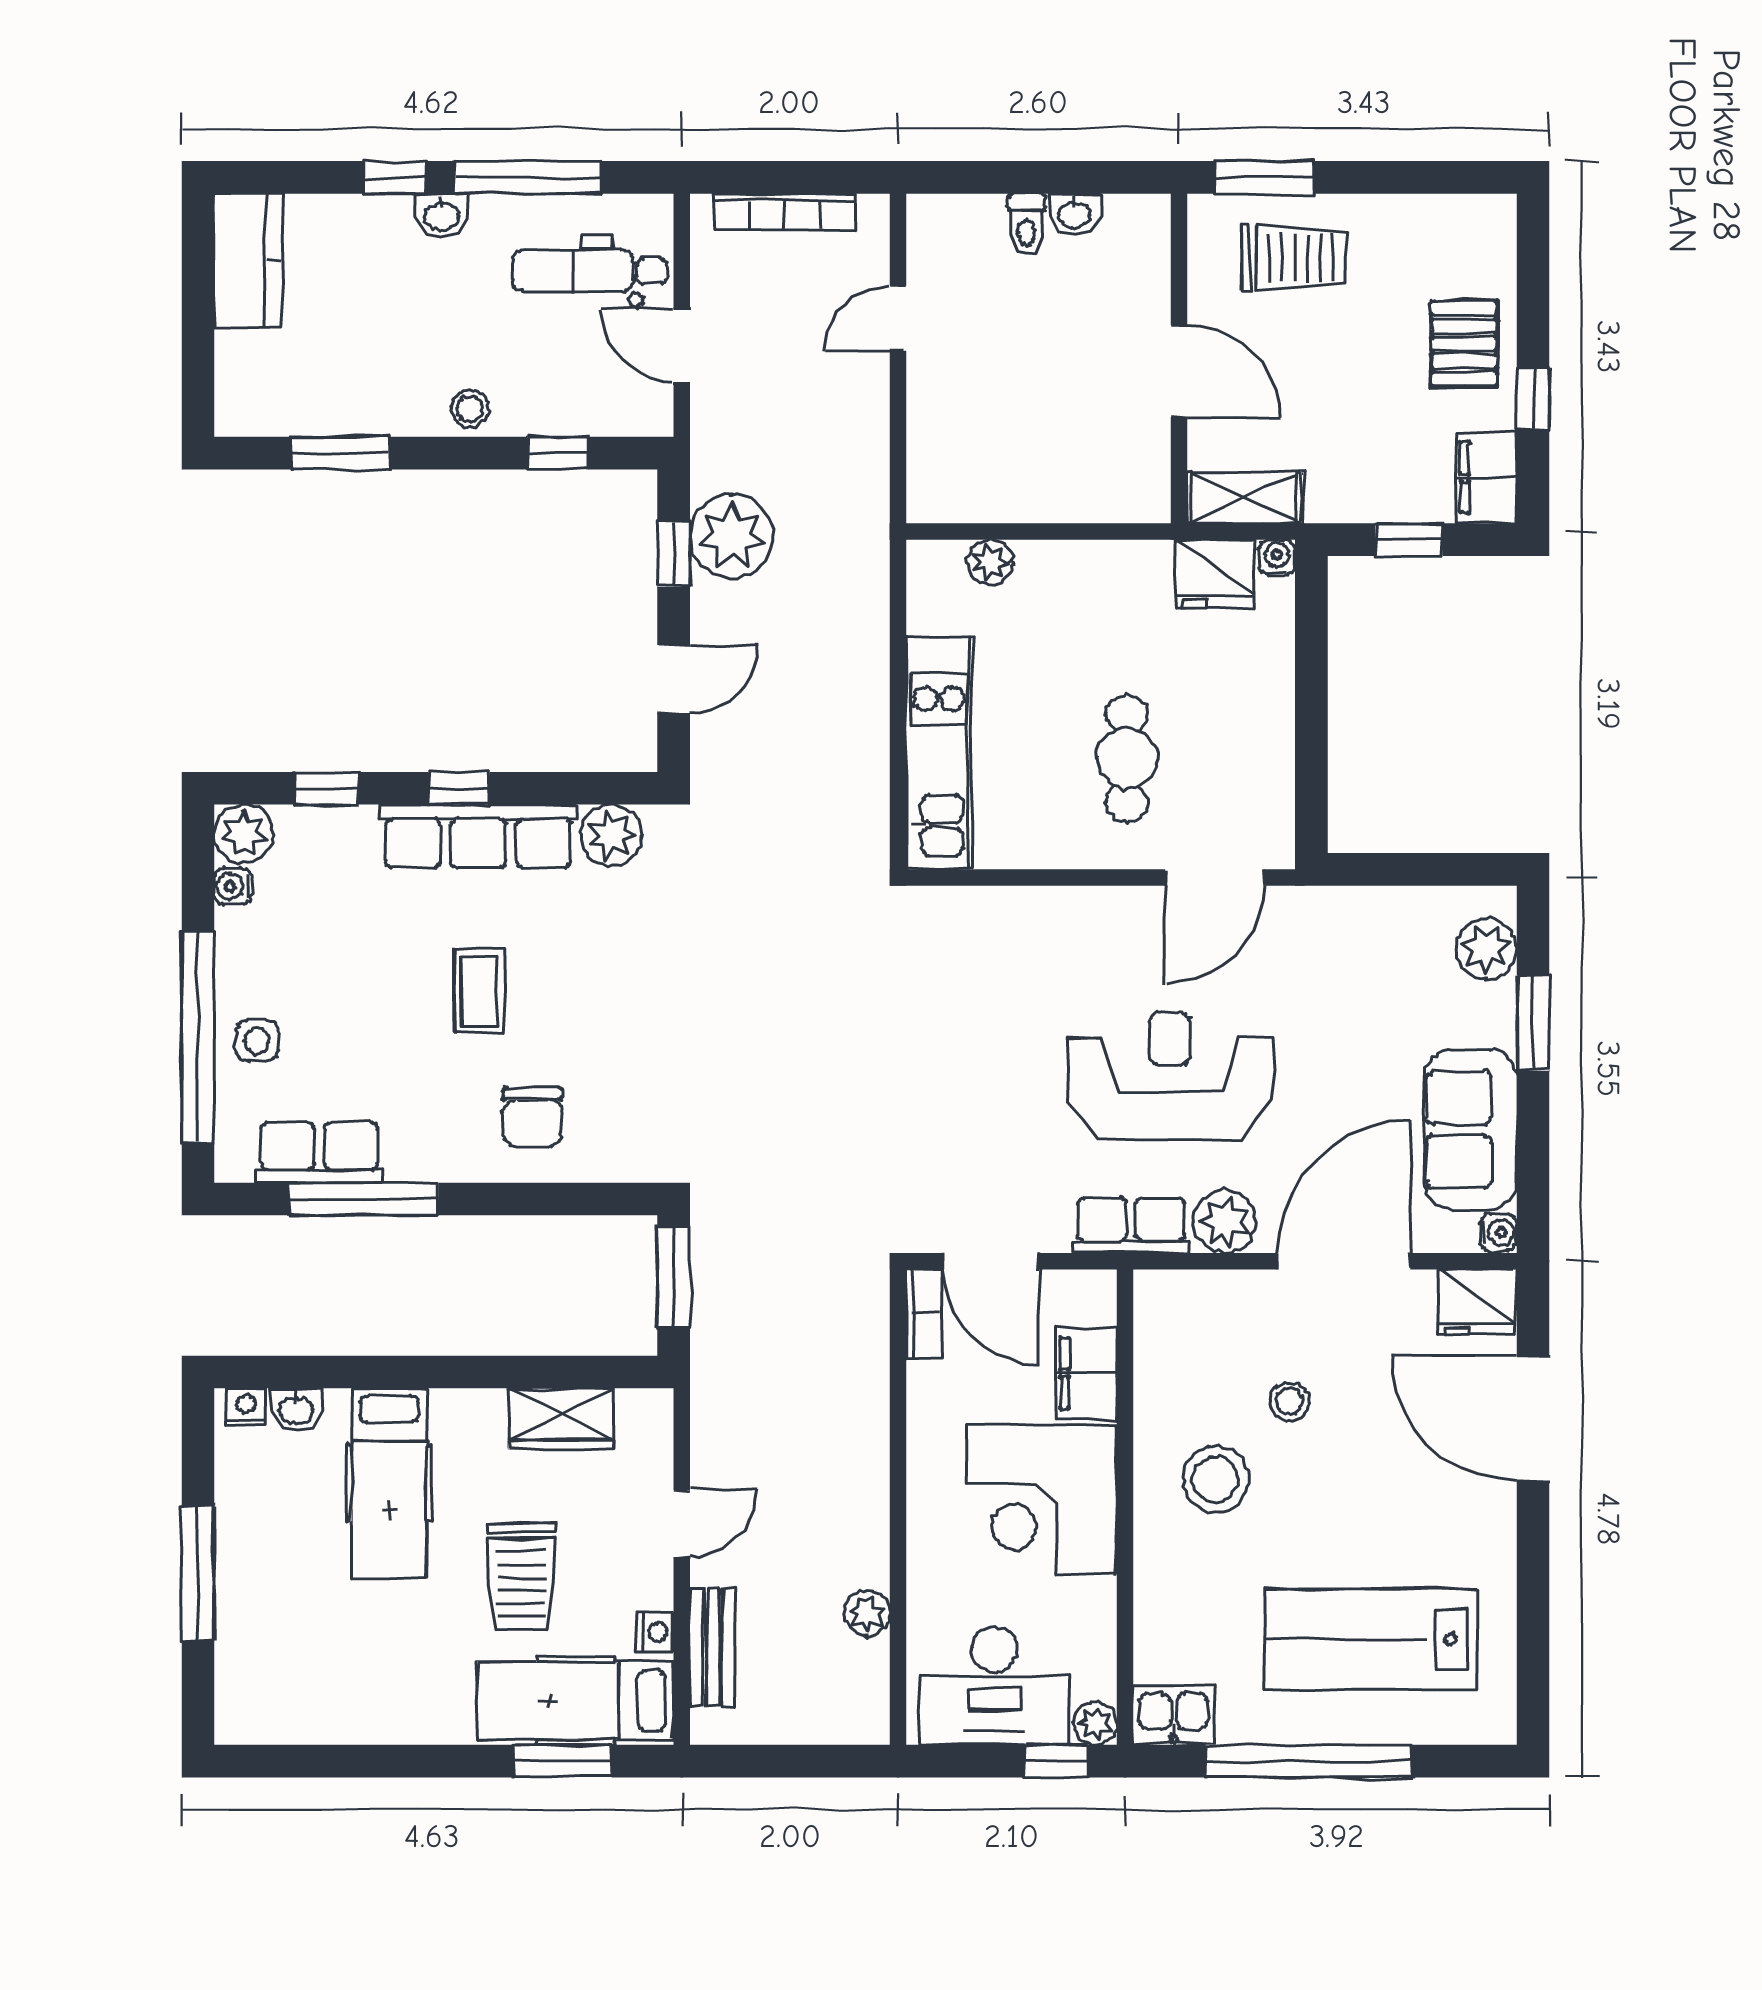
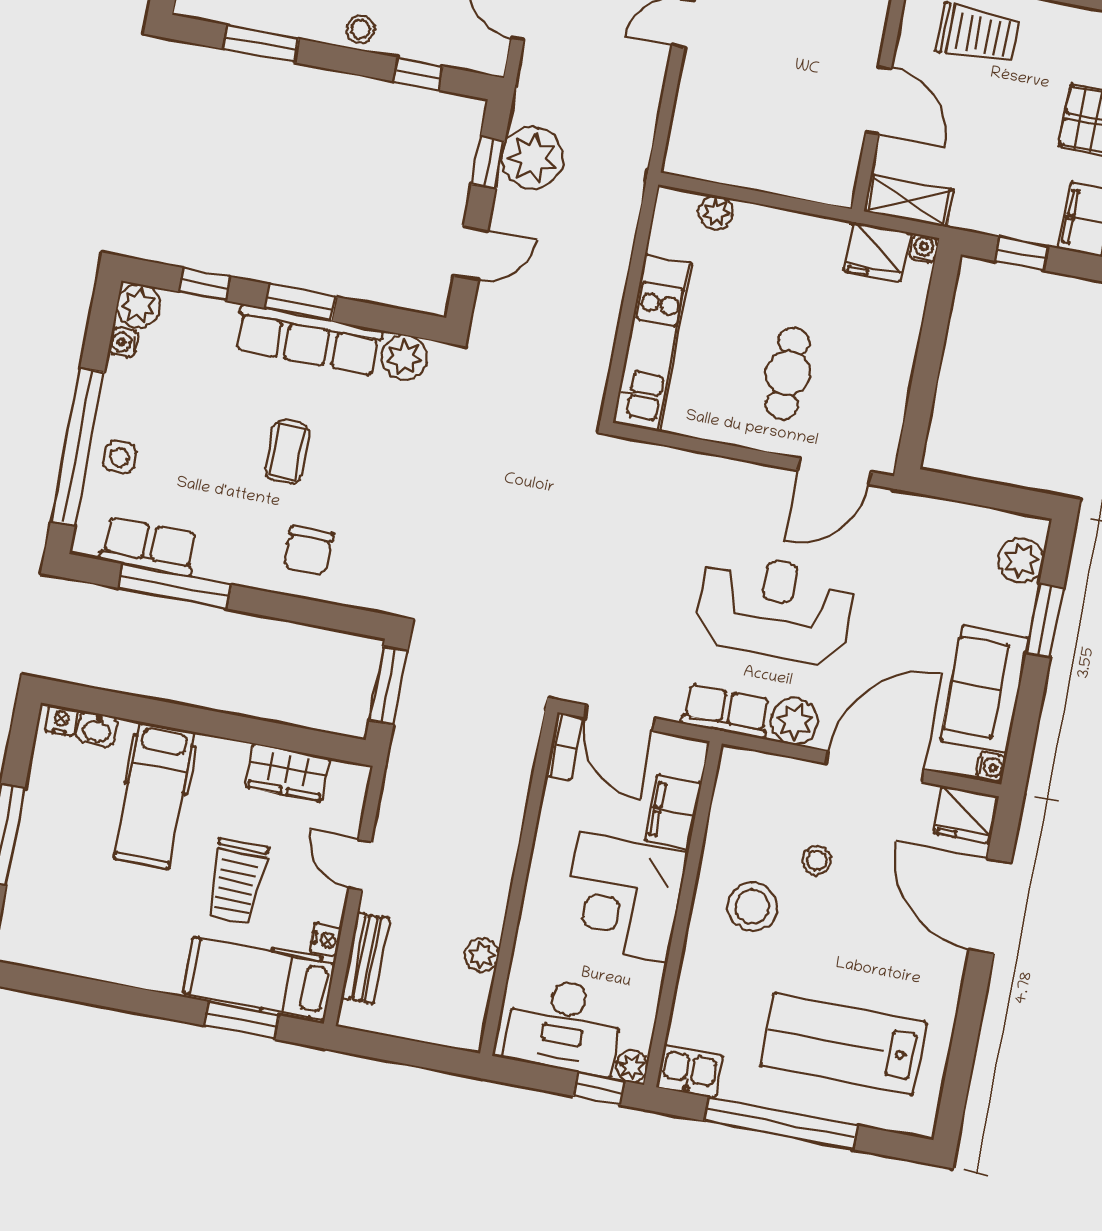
window: (459, 788) -> (300, 302), width x1.50
door: (682, 1523) -> (360, 865), swing flipped

